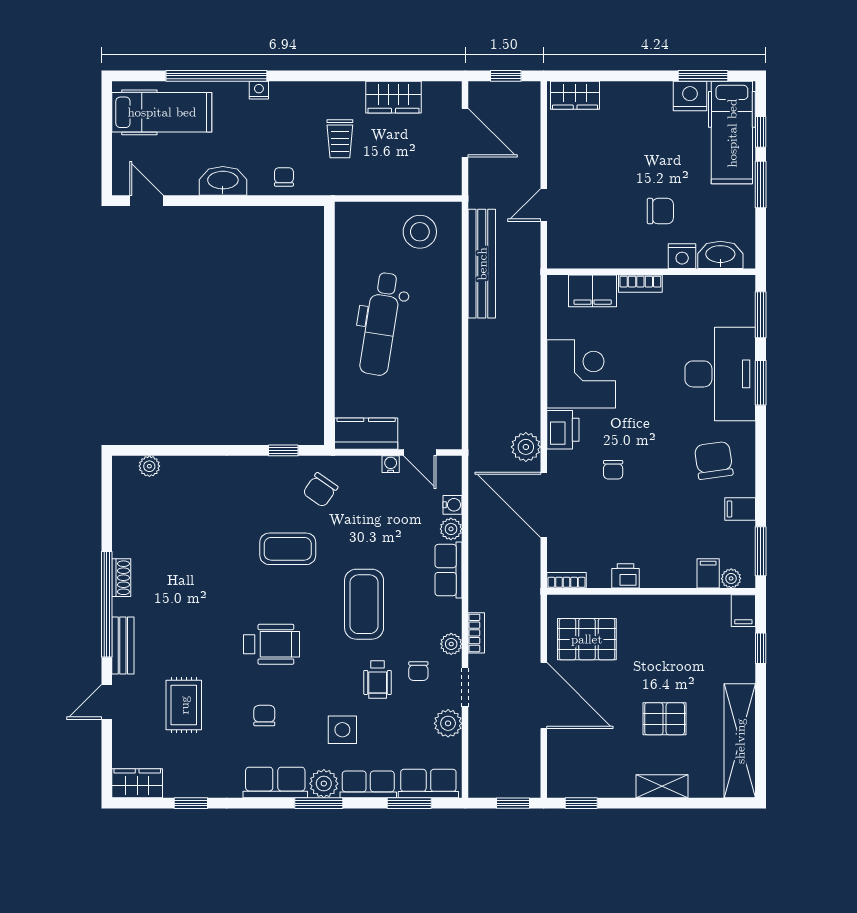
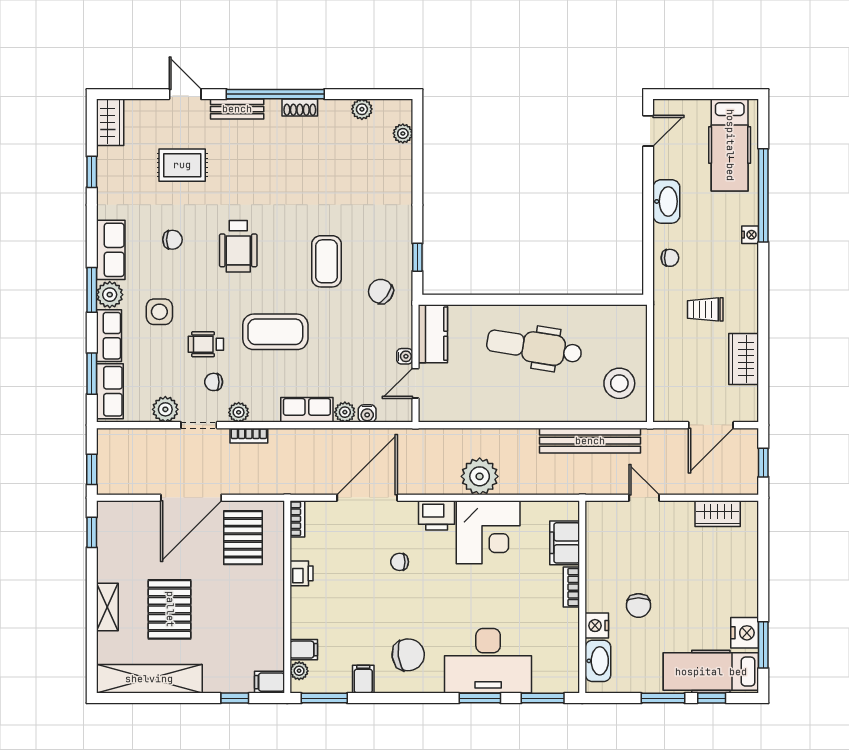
wardrobe: (575, 95) -> (718, 514), moved, turned -90
plant: (526, 447) -> (480, 476), moved, width x1.36, depth x1.36
plant: (123, 510) -> (362, 109), added
pallet: (665, 719) -> (170, 609), width x1.50, depth x1.42

